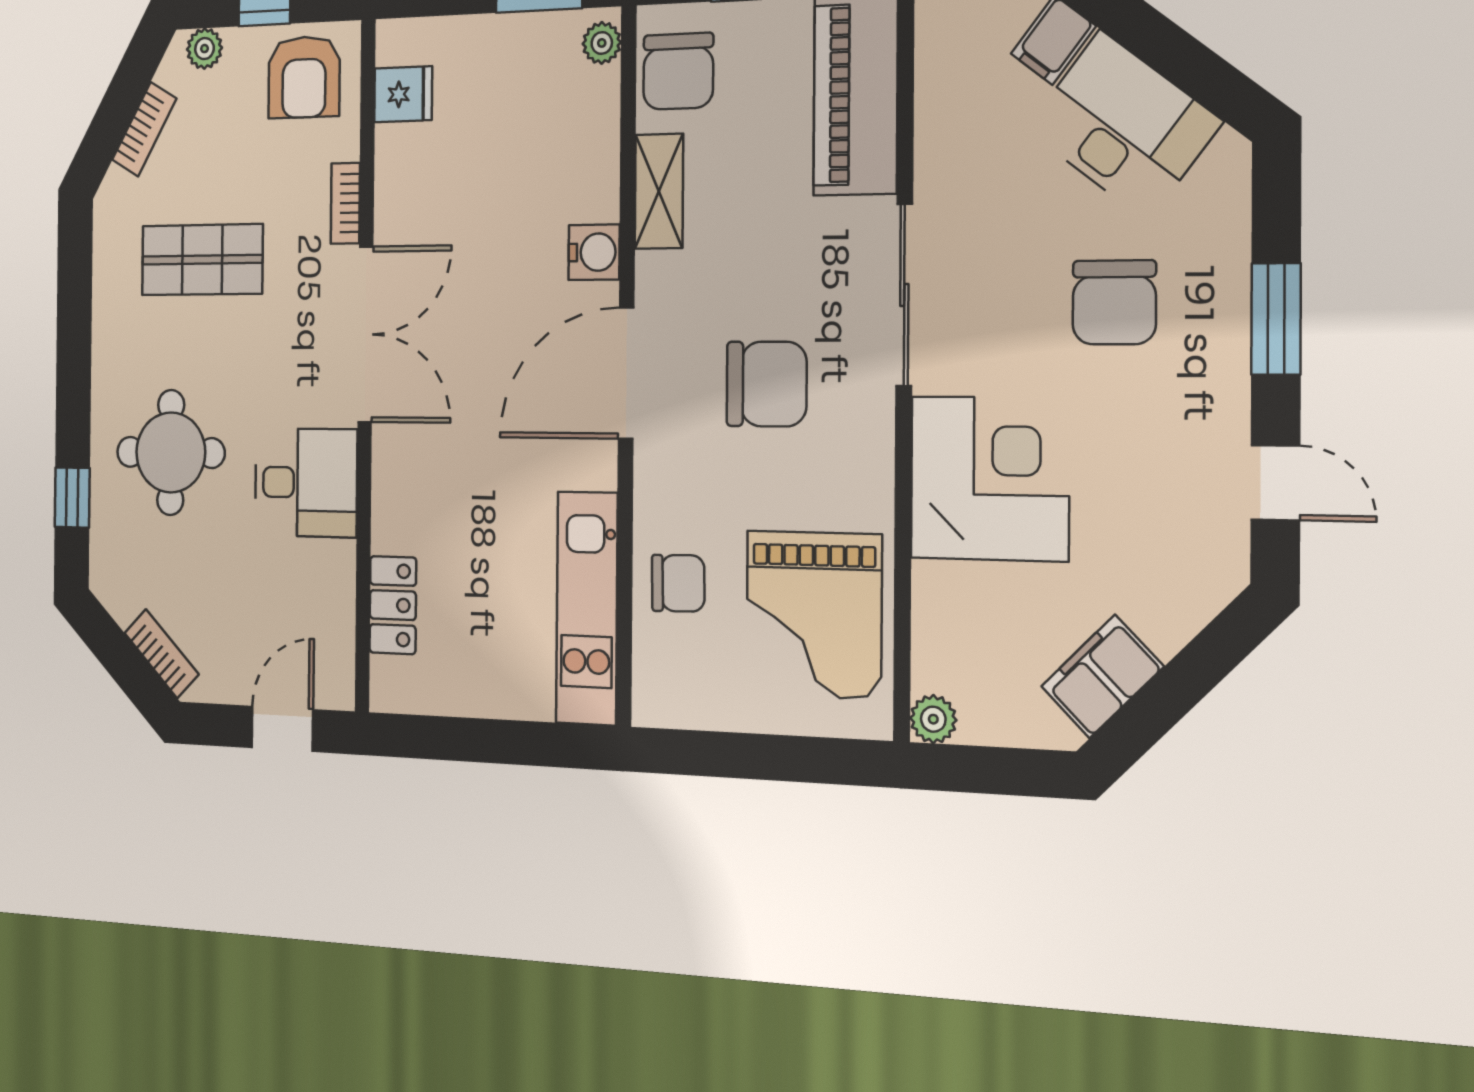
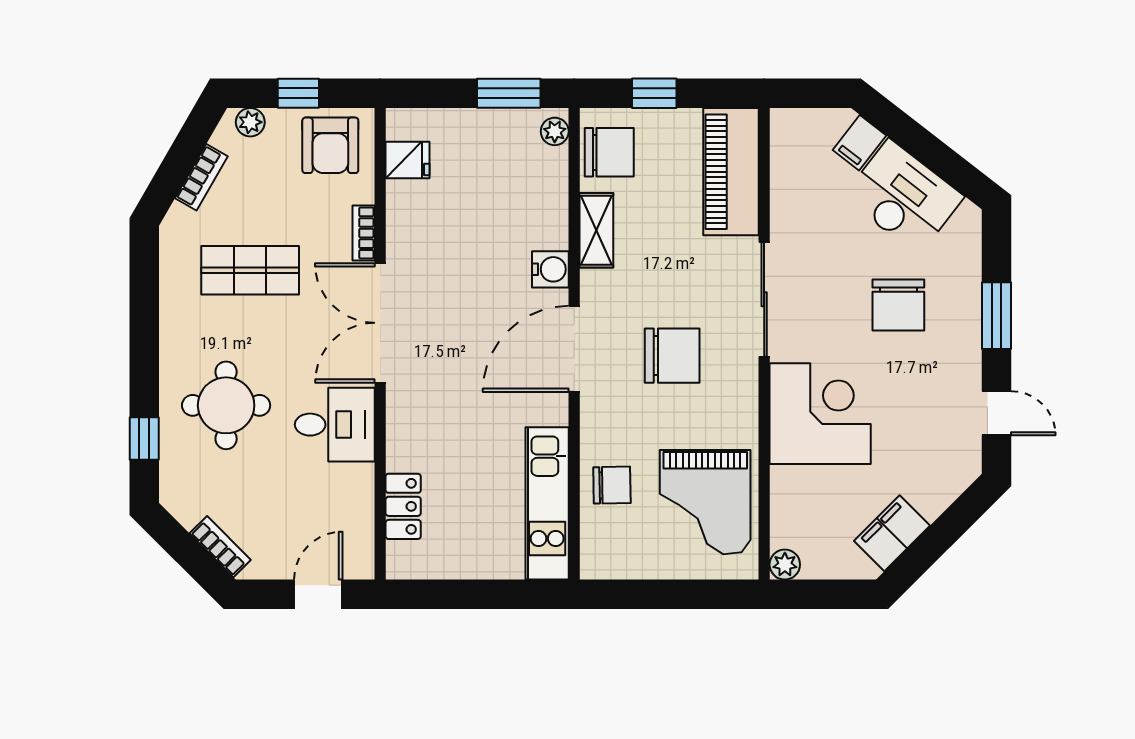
chair: (678, 71) -> (609, 152), turned -90
double door: (365, 334) -> (380, 323), swing flipped

